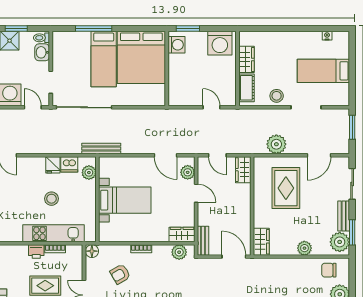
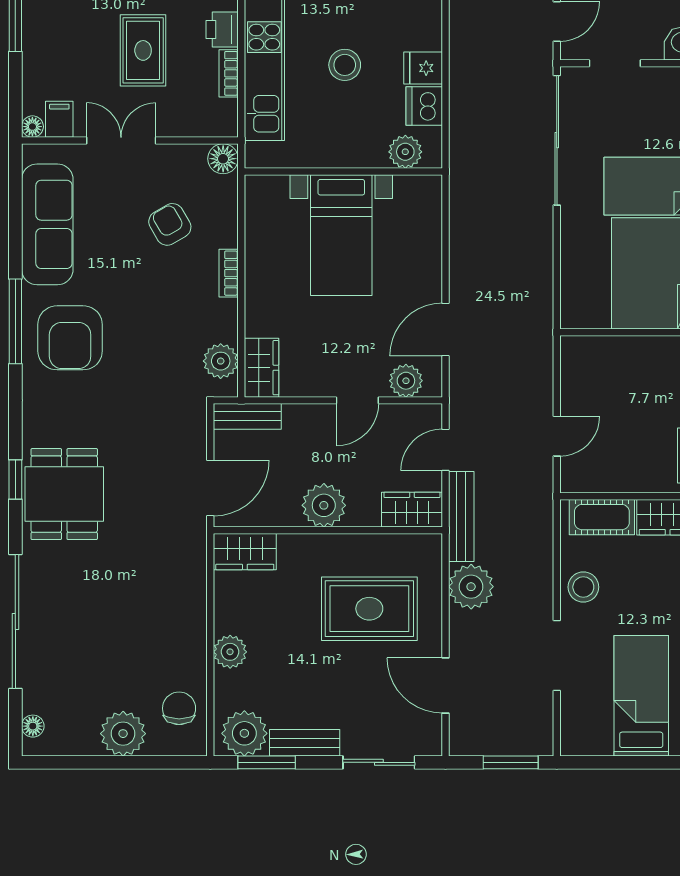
bench: (101, 148) -> (461, 517), moved
plant: (241, 208) -> (324, 505), added

